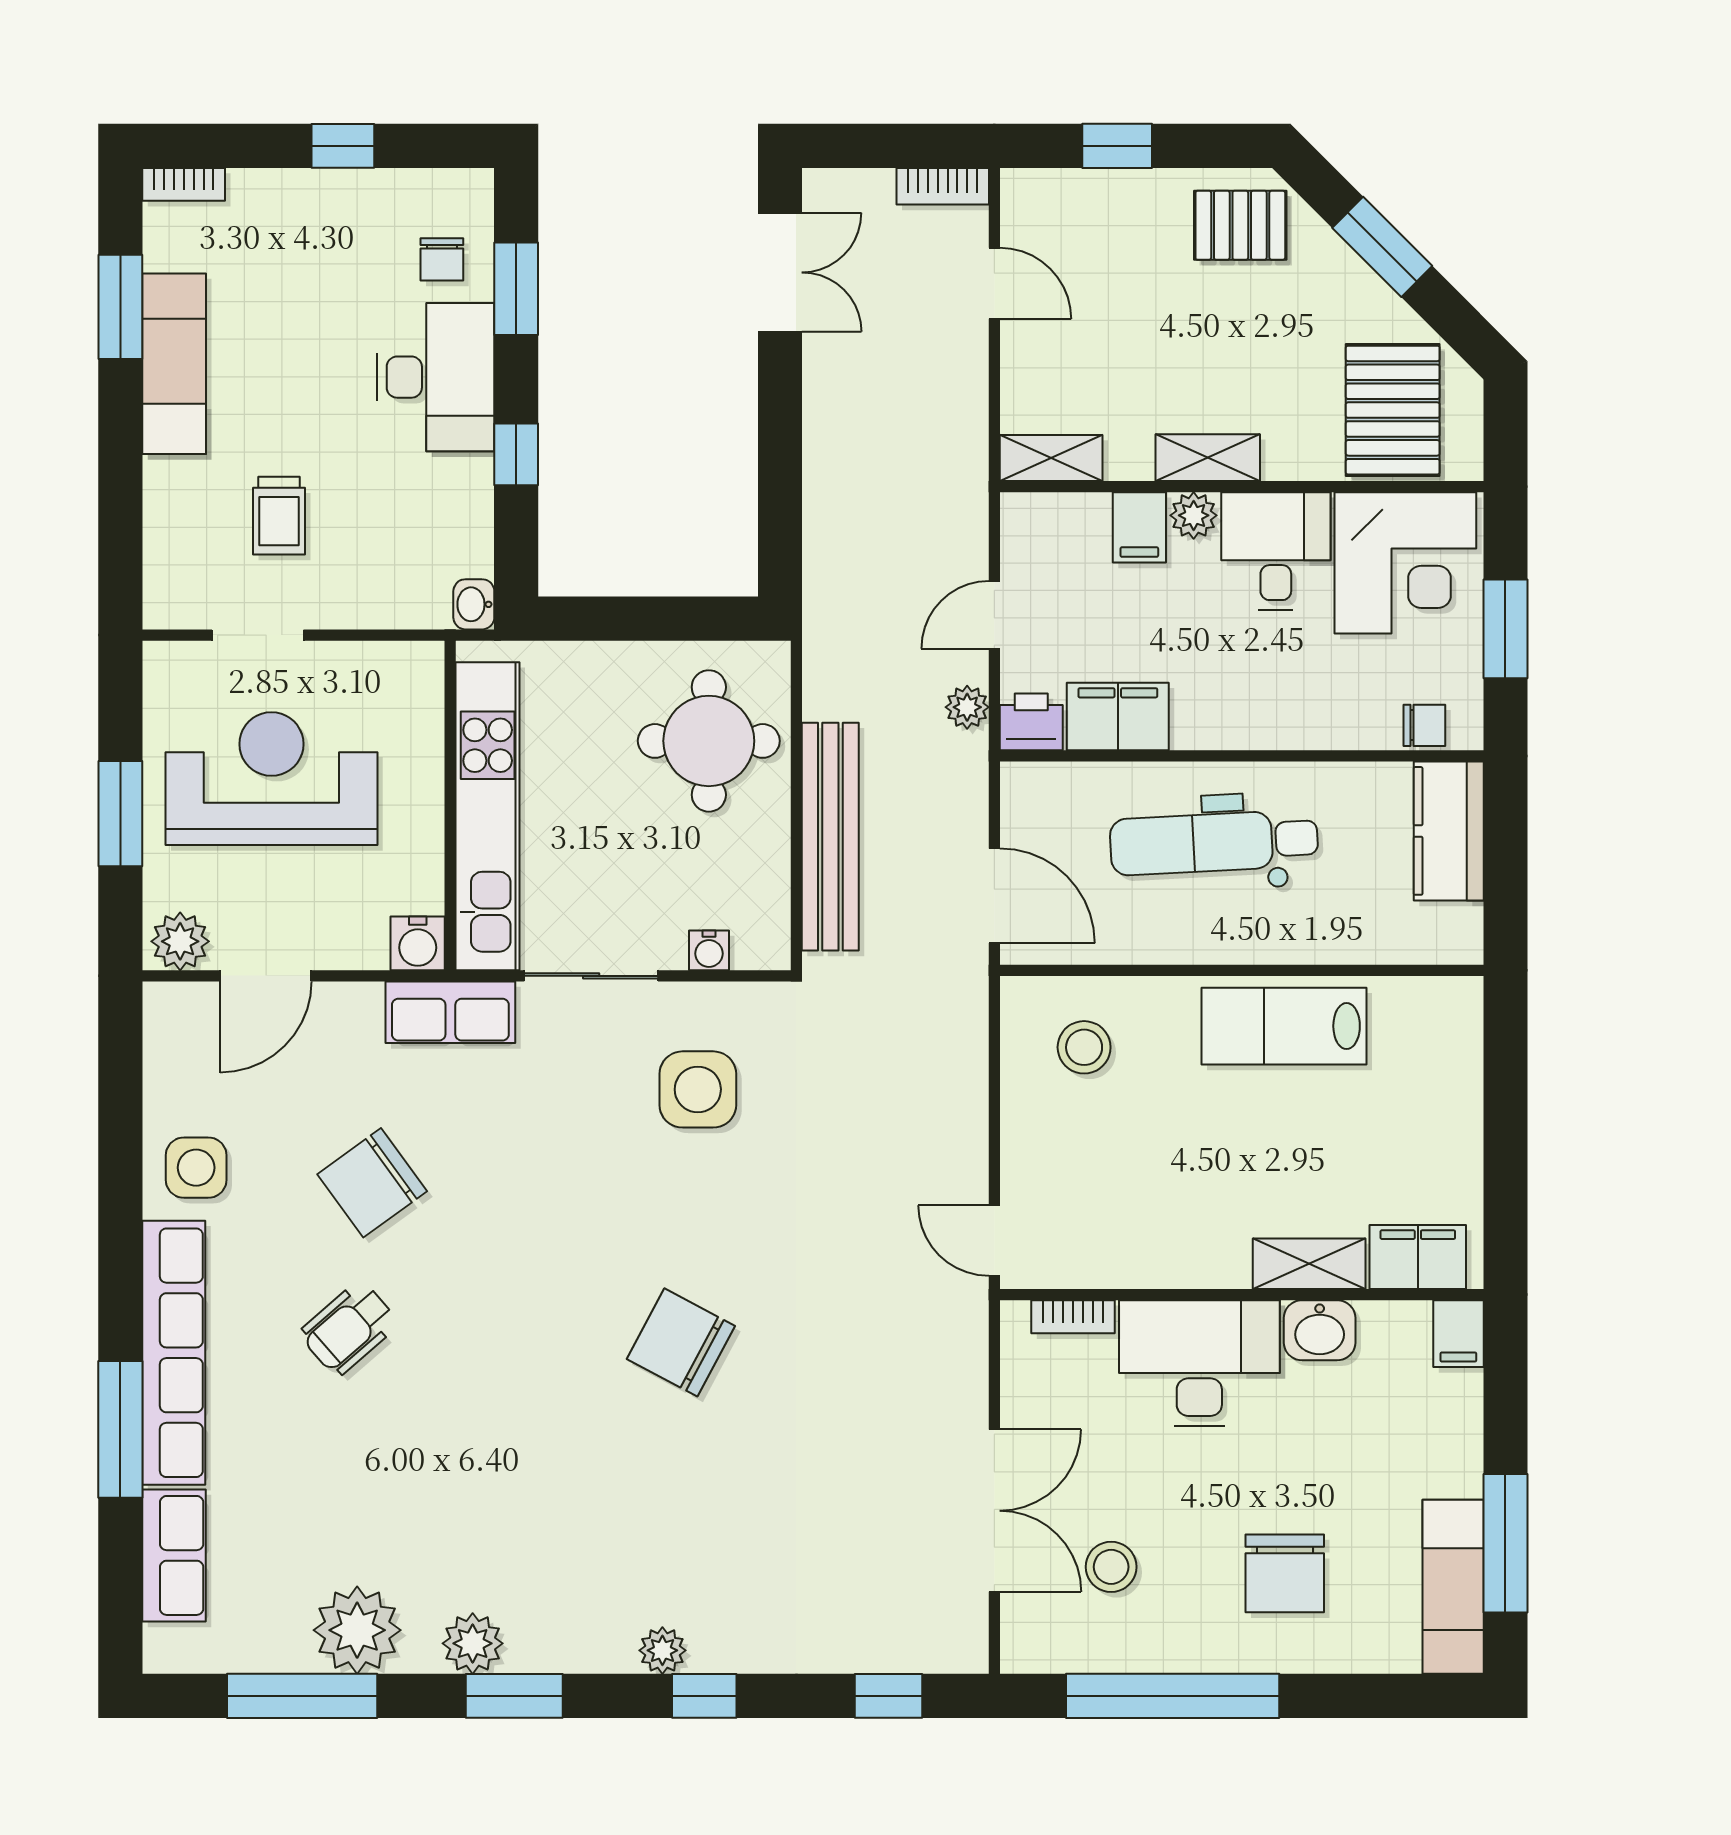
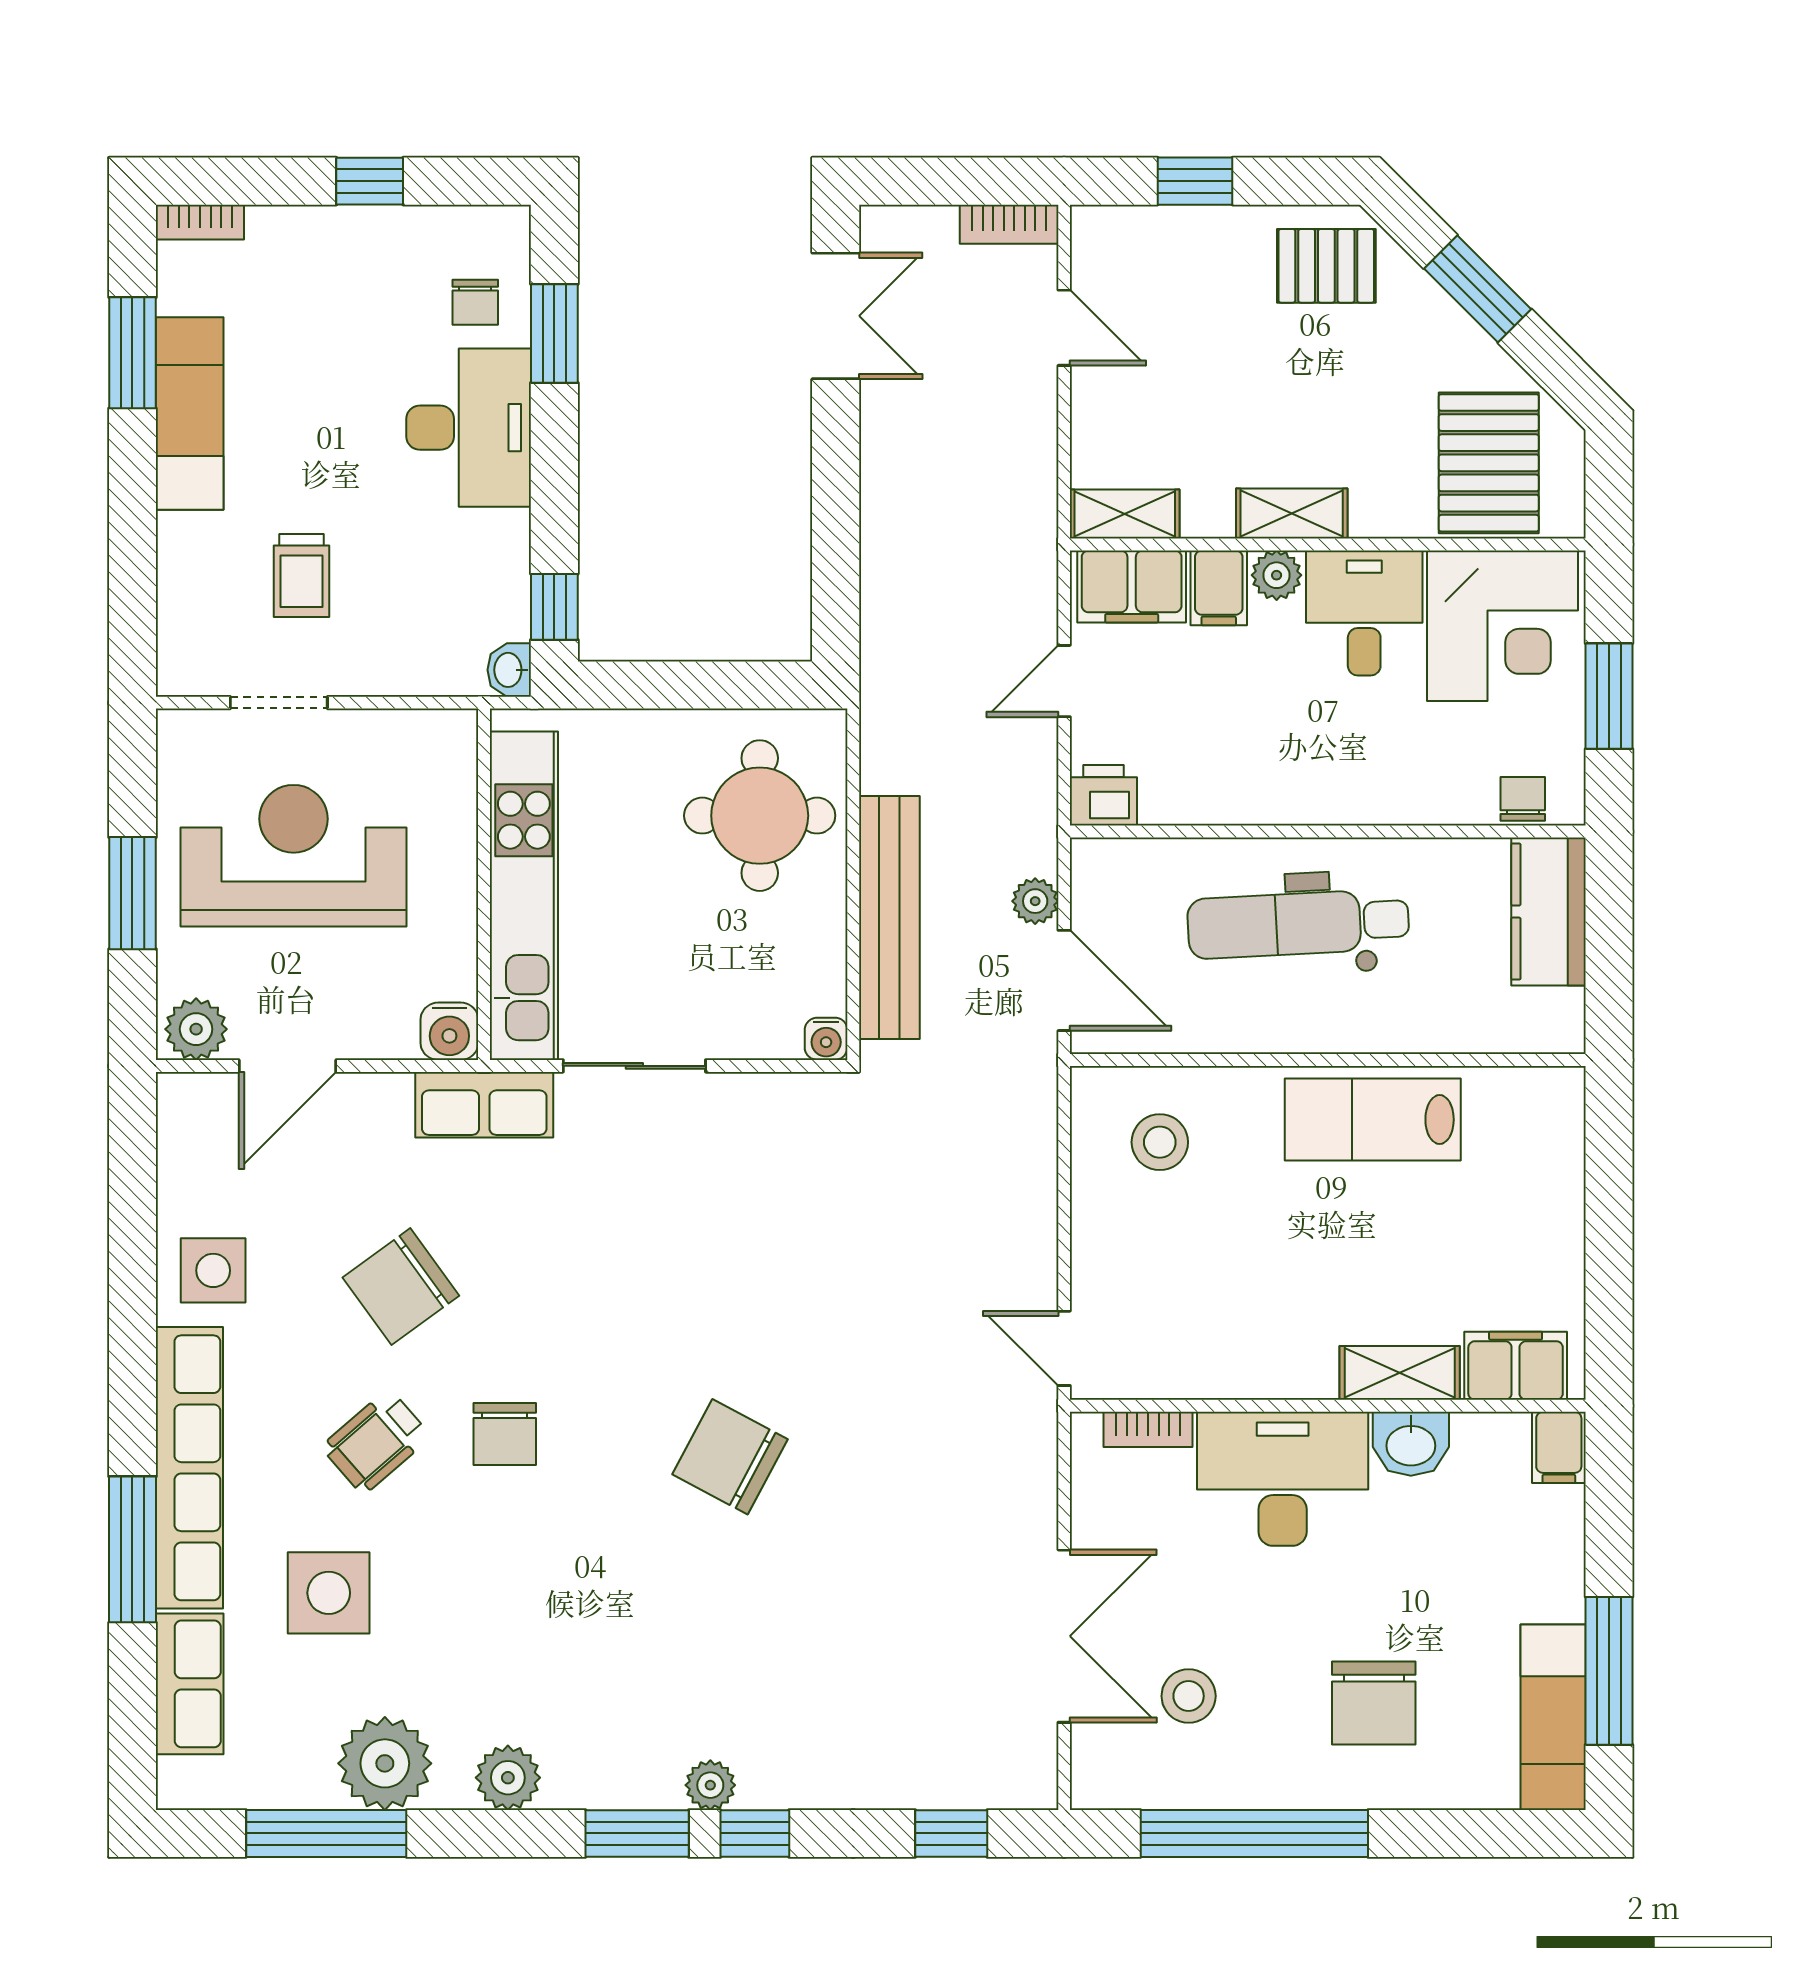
window: (516, 454) -> (554, 607), moved
plant: (967, 707) -> (1035, 901), moved
filing cabinet: (1118, 717) -> (1132, 586), moved, turned 180
chair: (1424, 725) -> (1523, 799), turned -90
water cooler: (709, 950) -> (826, 1039), moved
side table: (698, 1089) -> (329, 1593), moved
chair: (470, 1321) -> (505, 1434), added
window: (514, 1696) -> (637, 1833), moved

